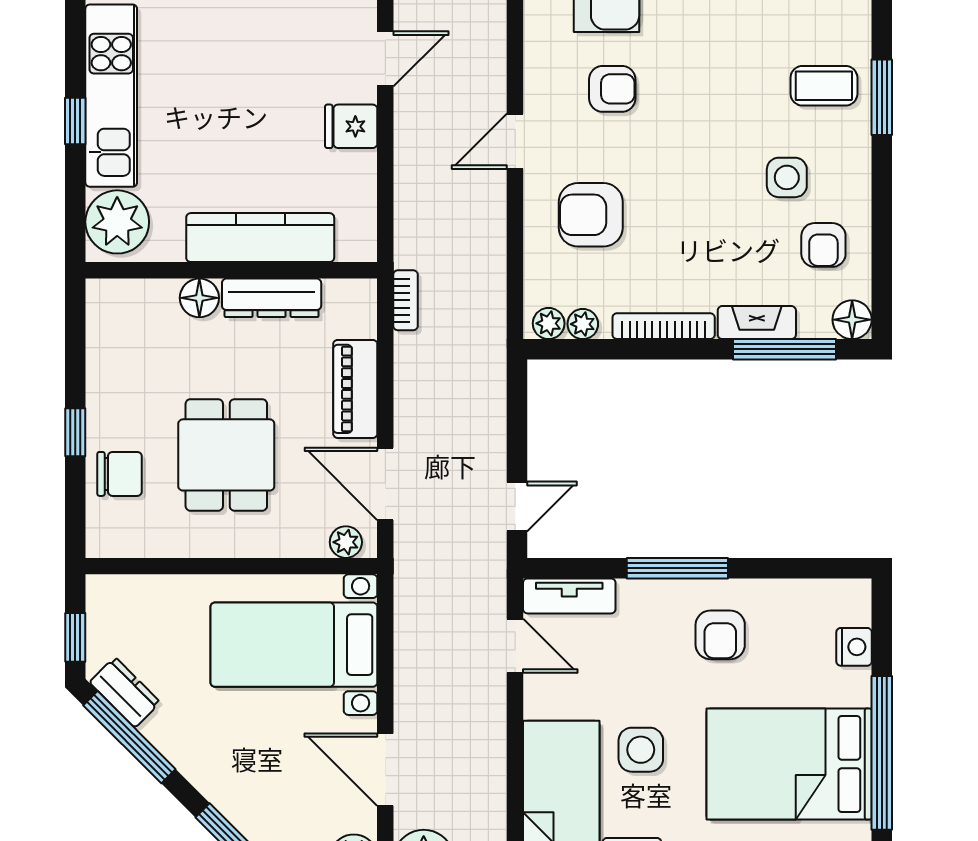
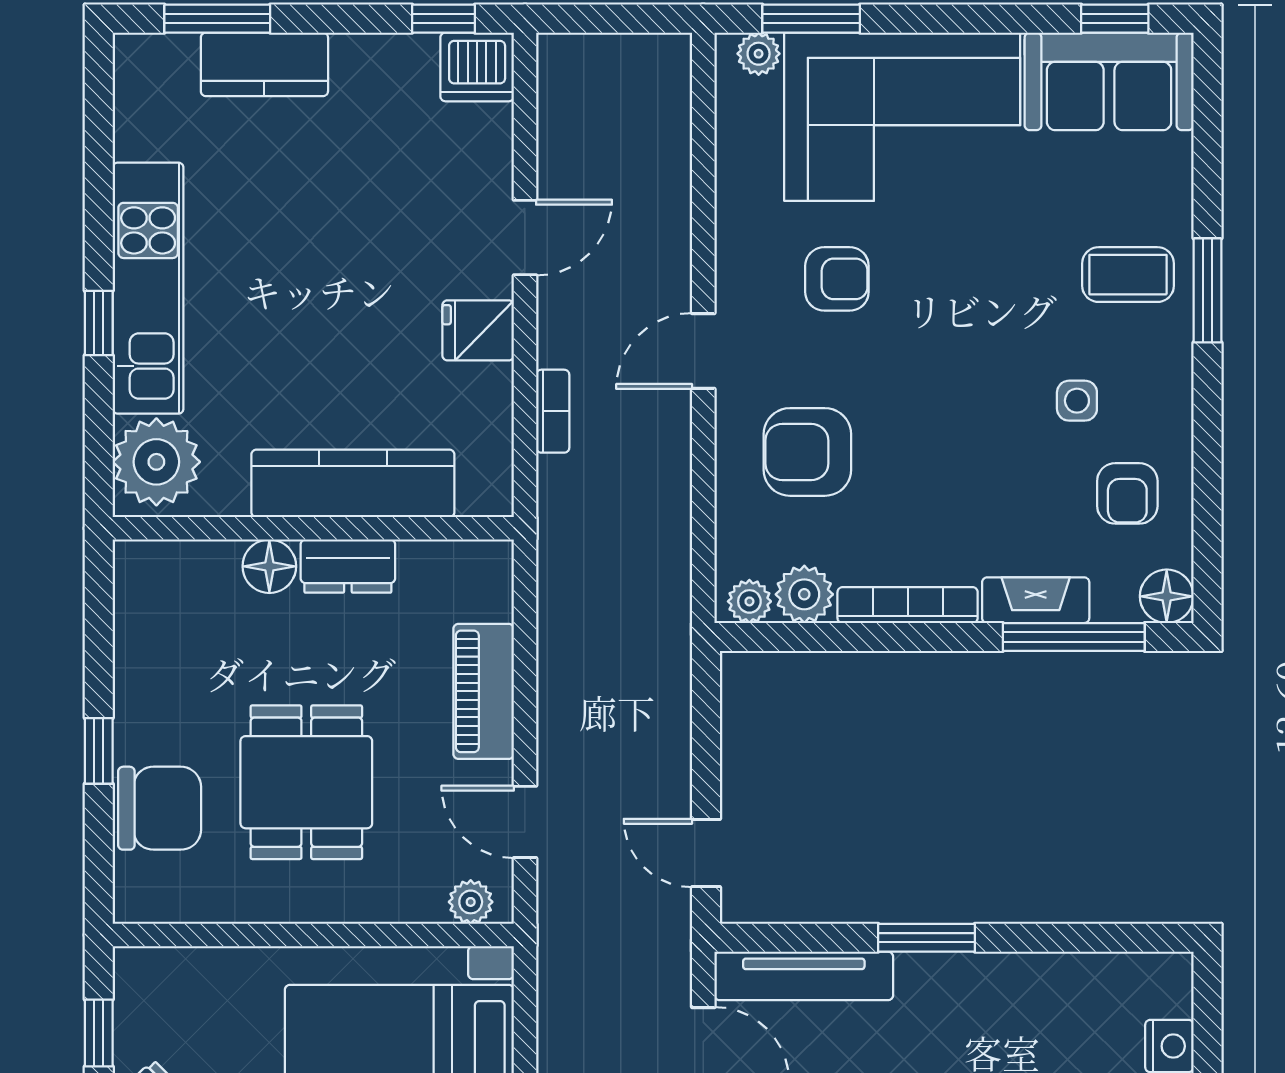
side table: (787, 177) -> (1077, 401), width x0.73, depth x0.73
dresser: (272, 298) -> (348, 566), width x0.70
bookcase: (406, 300) -> (553, 411), moved
plant: (583, 324) -> (804, 594), width x1.38, depth x1.38
chair: (120, 474) -> (160, 808), width x1.37, depth x1.37
door: (385, 484) -> (525, 822), width x0.73
door: (517, 506) -> (706, 853), swing flipped
window: (677, 568) -> (926, 938), width x0.69
tv unit: (569, 596) -> (804, 976), width x1.41
armchair: (720, 635) -> (985, 1029), removed

